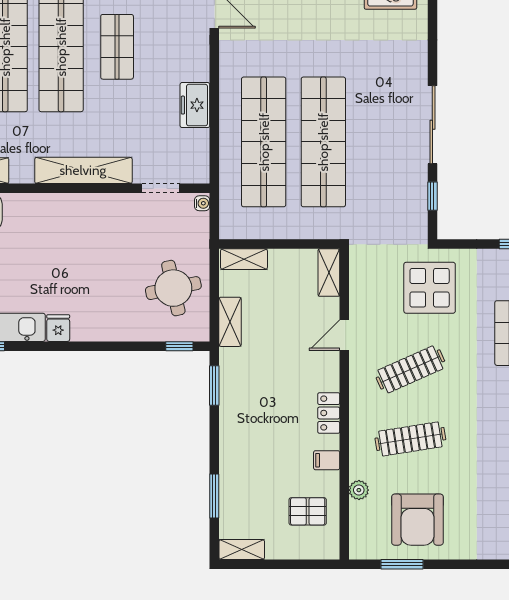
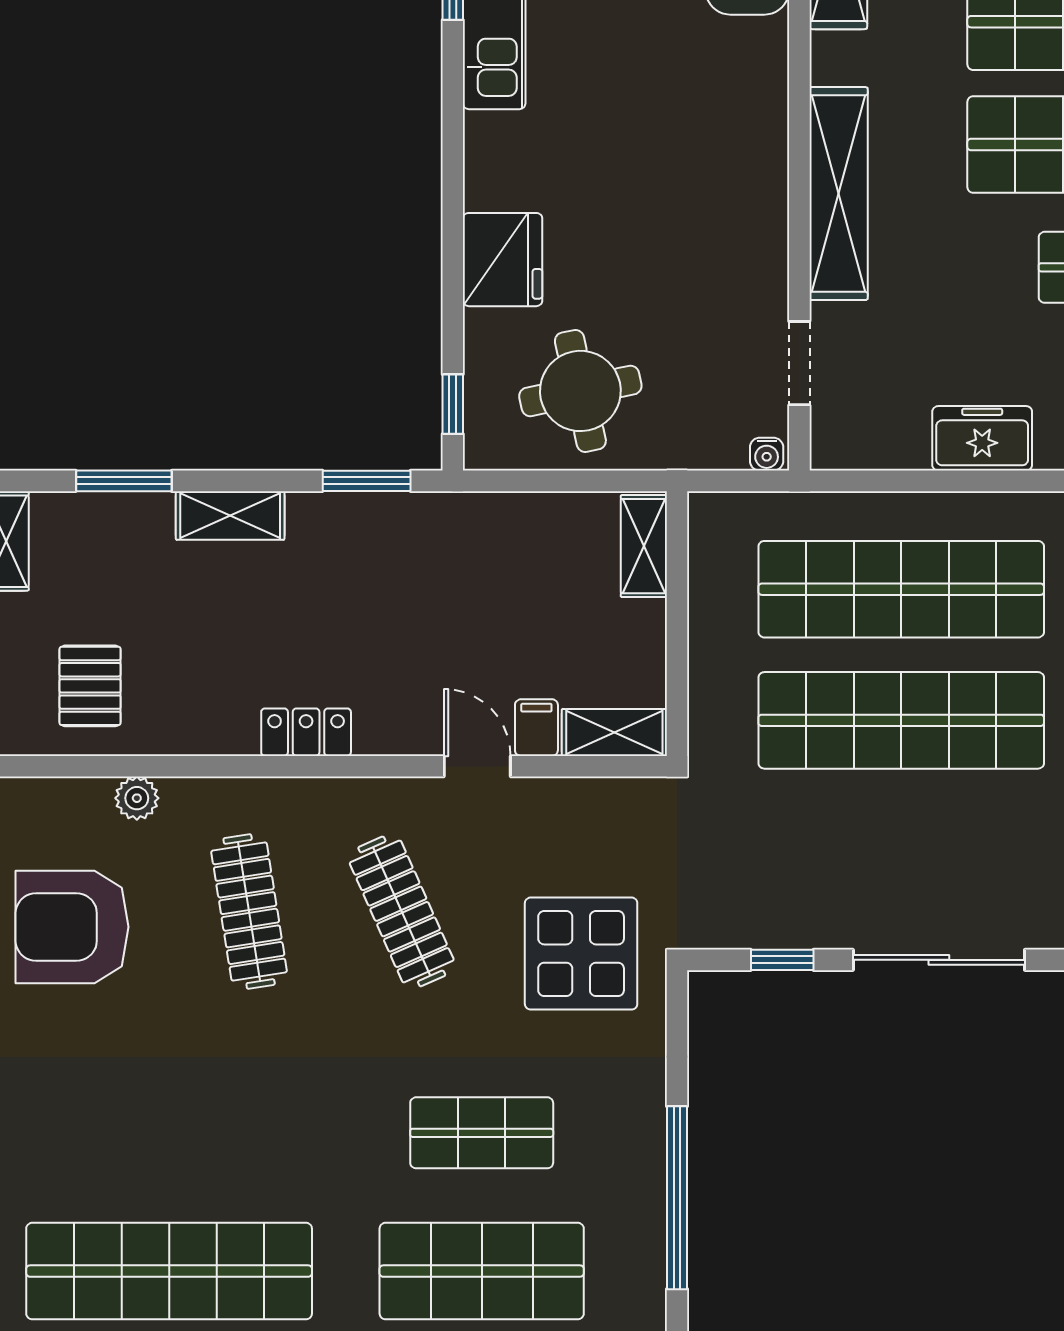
shelving: (230, 322) -> (230, 515), moved
fridge: (58, 328) -> (503, 260), moved, width x1.88, depth x1.34
filing cabinet: (327, 460) -> (536, 728), moved

